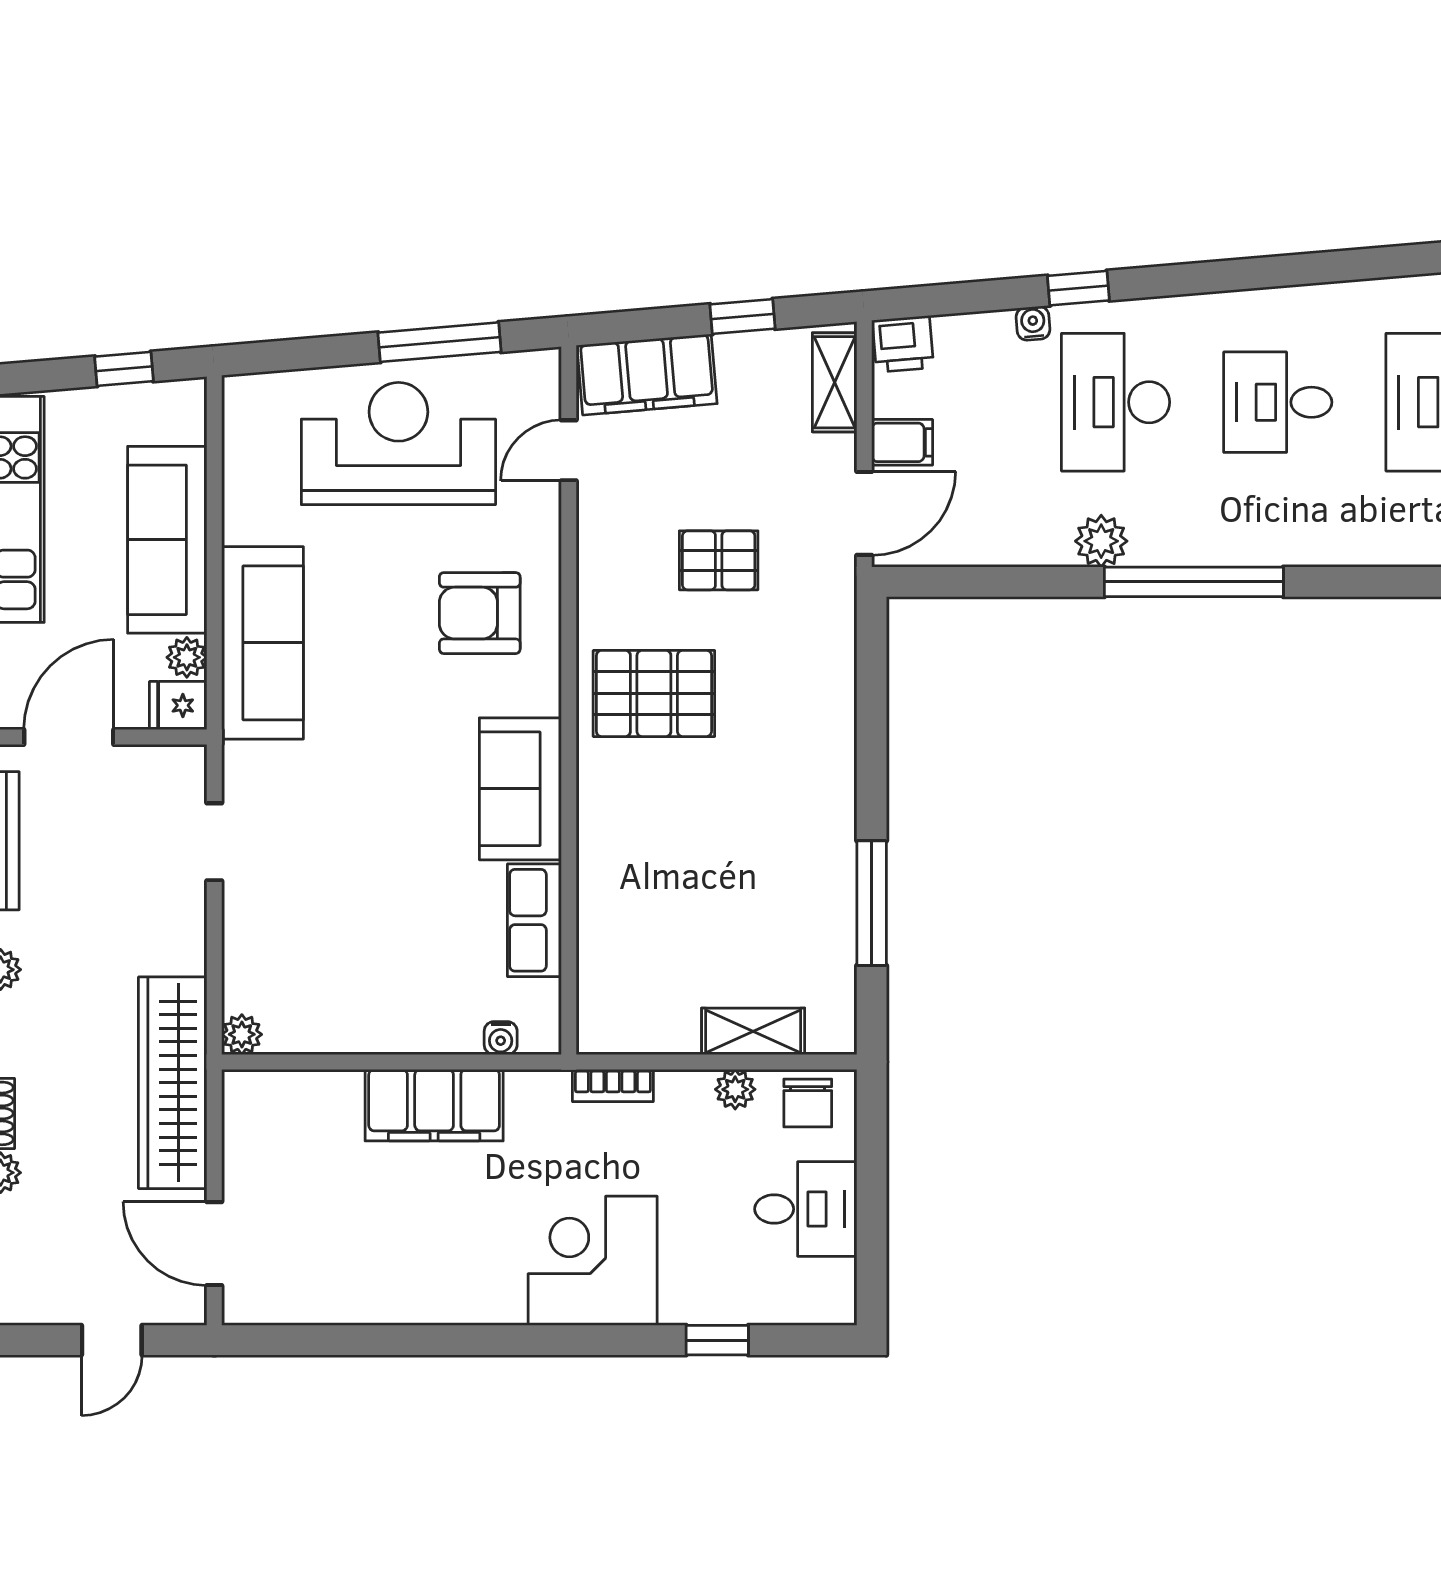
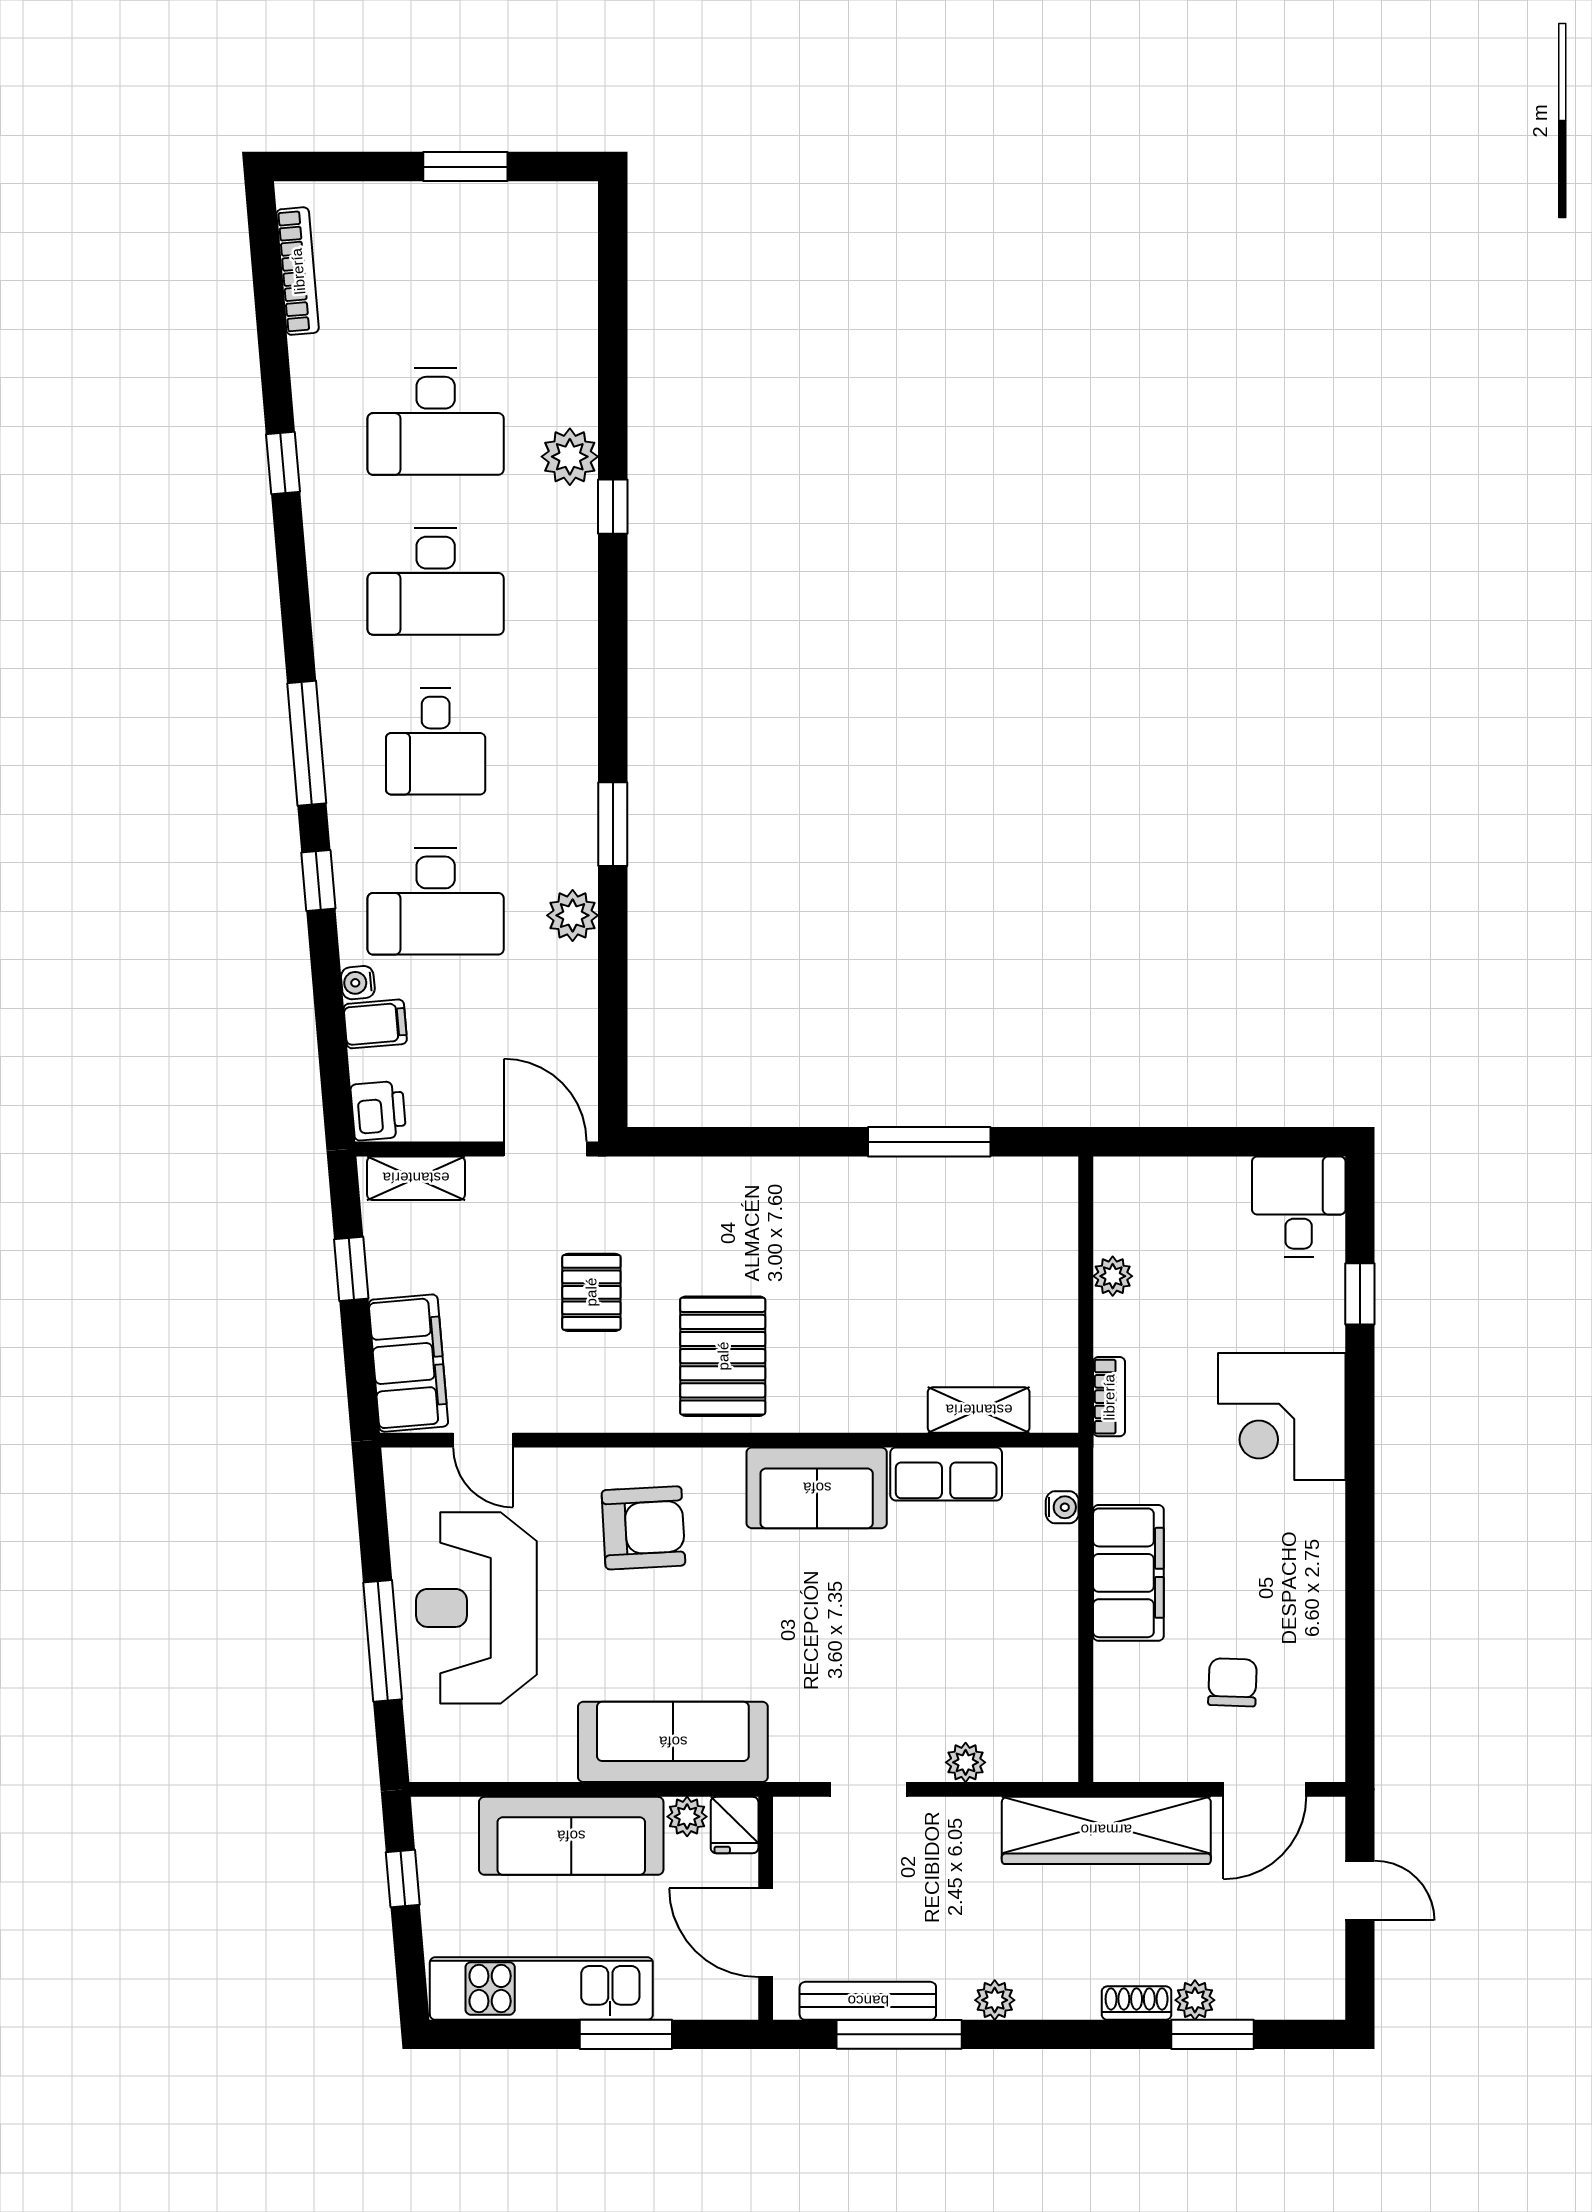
window: (1276, 271) -> (307, 743), added
window: (1078, 288) -> (318, 881), moved
window: (440, 342) -> (383, 1641), moved
filing cabinet: (902, 442) -> (375, 1024), moved, turned 85
window: (1194, 582) -> (613, 824), width x0.47
armchair: (480, 613) -> (643, 1528), turned -93
shelving: (753, 1031) -> (979, 1410), moved, turned 90
plant: (242, 1034) -> (966, 1762), moved
chair: (808, 1103) -> (1232, 1682), moved, turned -88
desk: (806, 1209) -> (1299, 1207), moved

